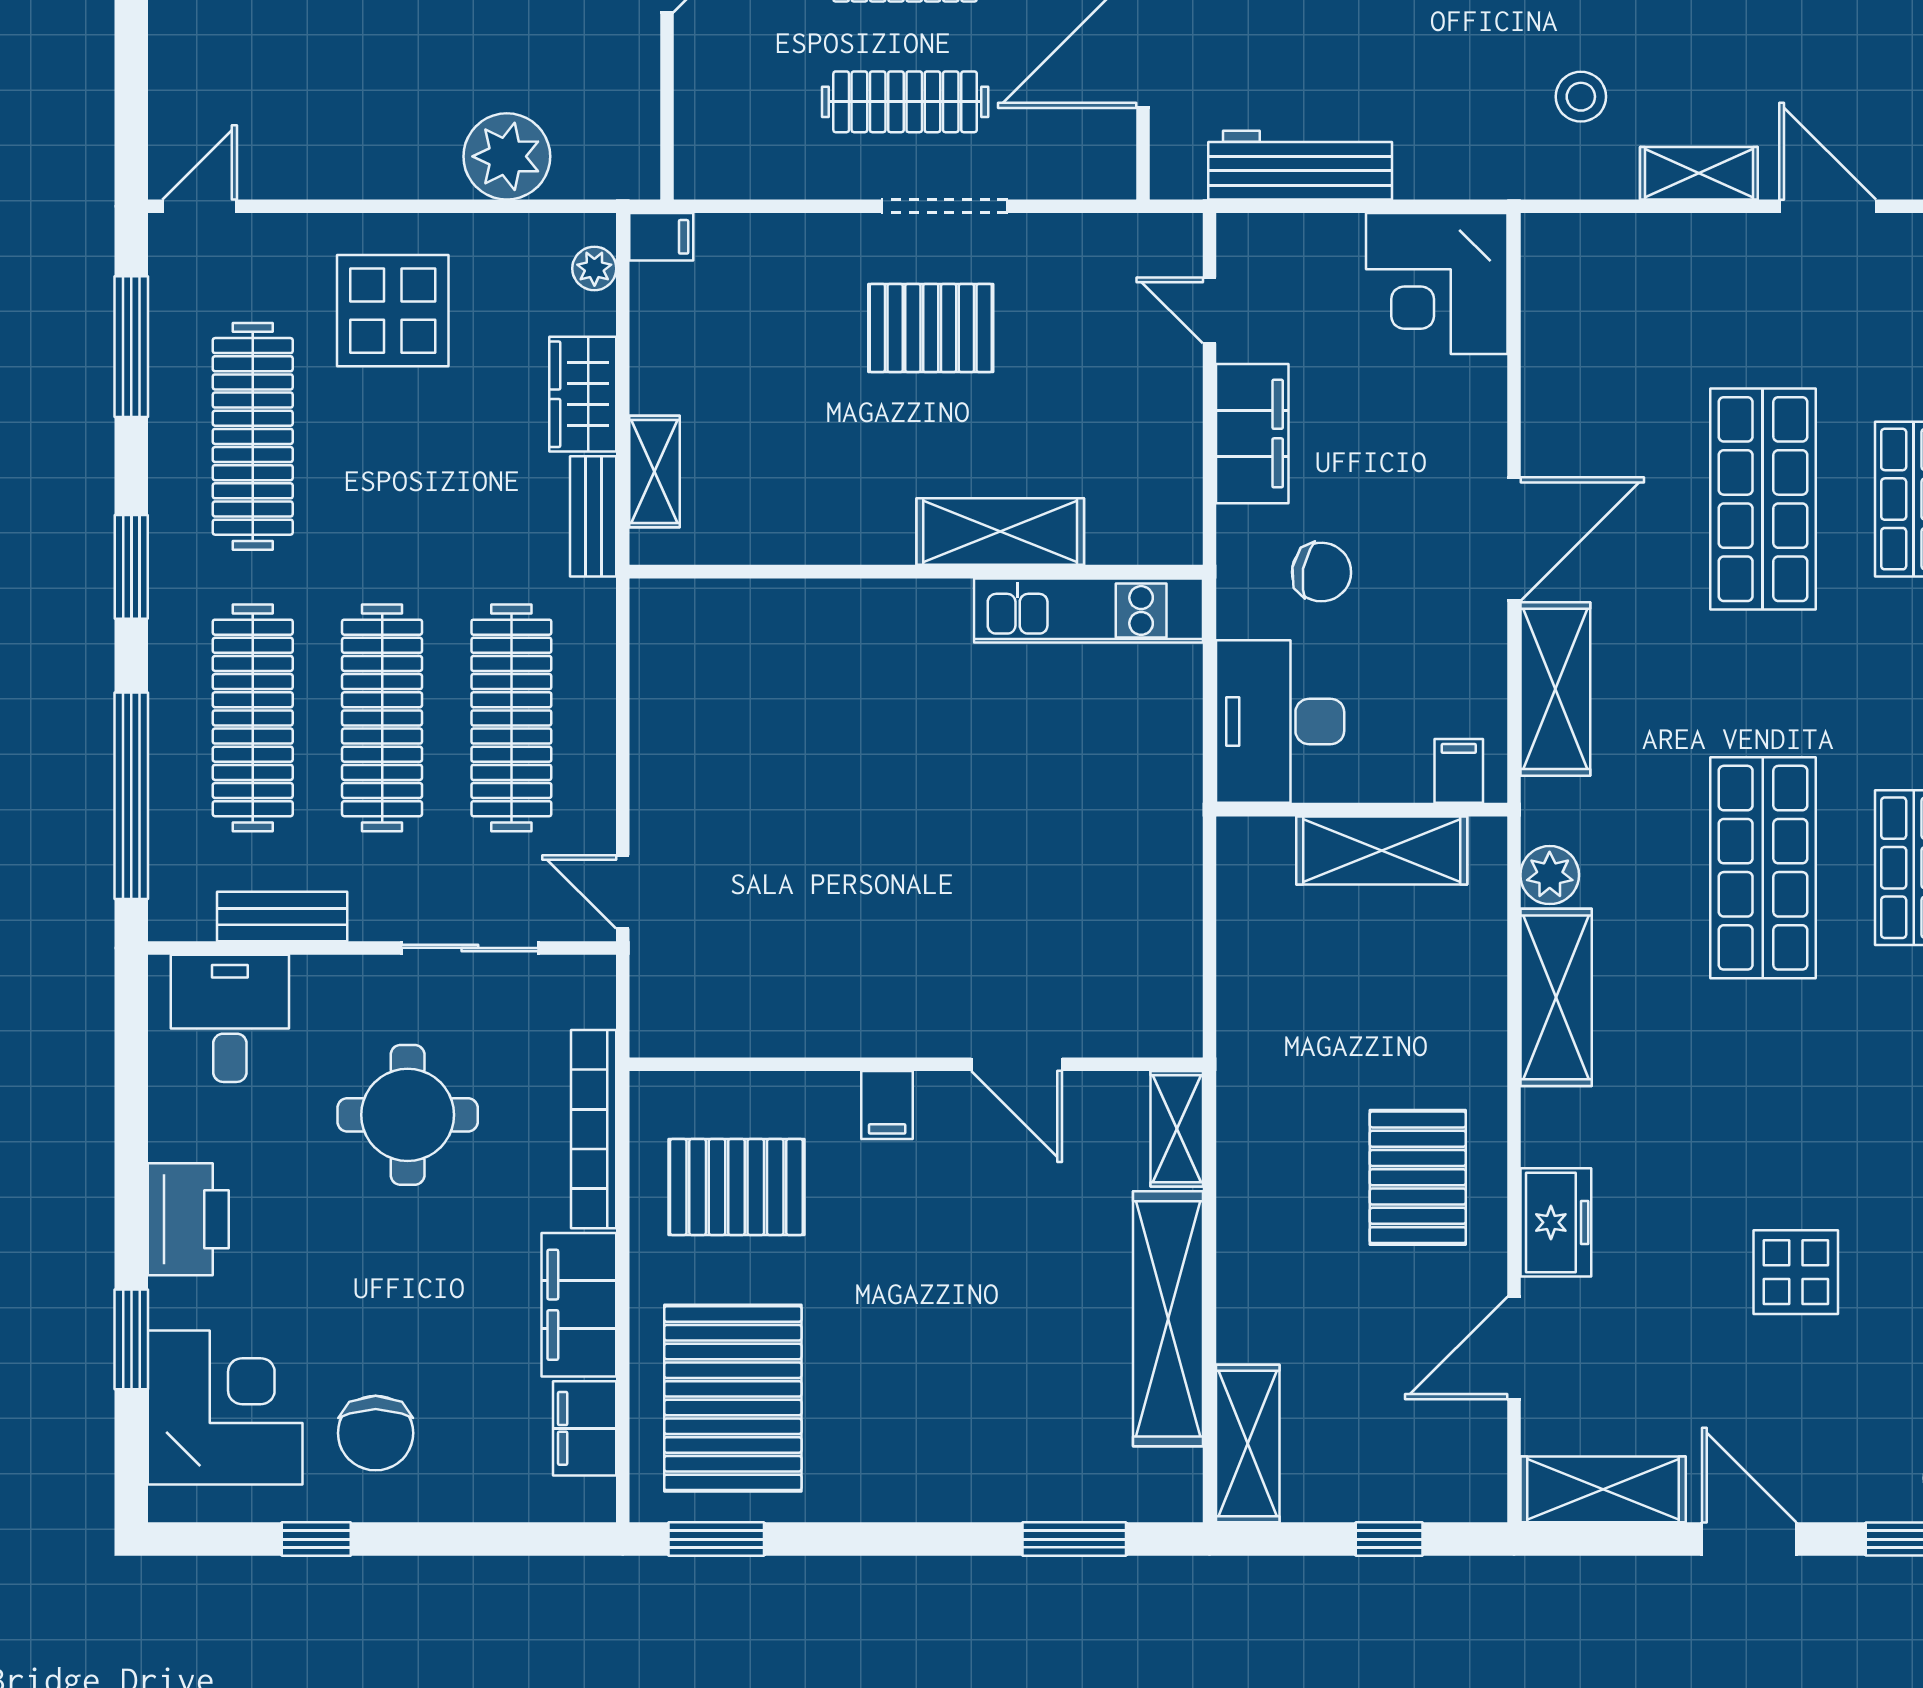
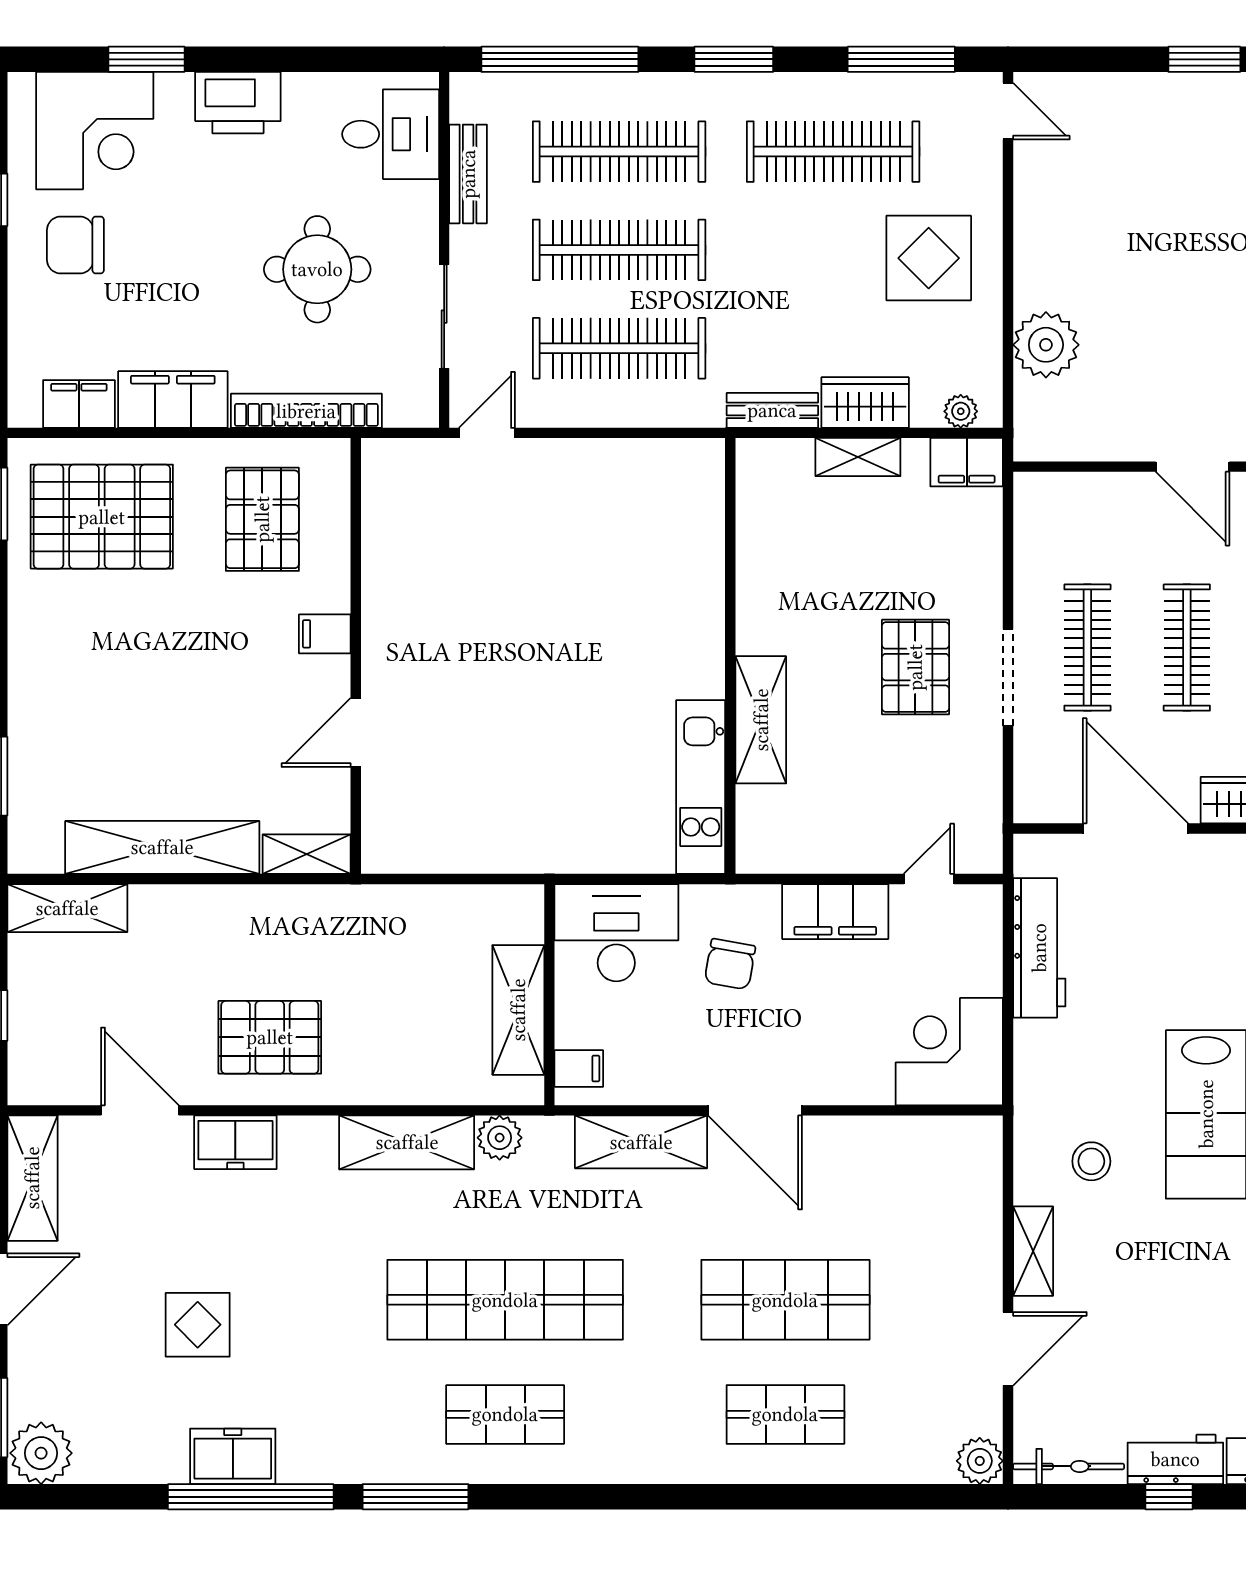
filing cabinet: (661, 237) -> (967, 462), width x2.00
shelving: (655, 472) -> (858, 457), moved
shop shelf: (1763, 868) -> (505, 1300), width x1.40

